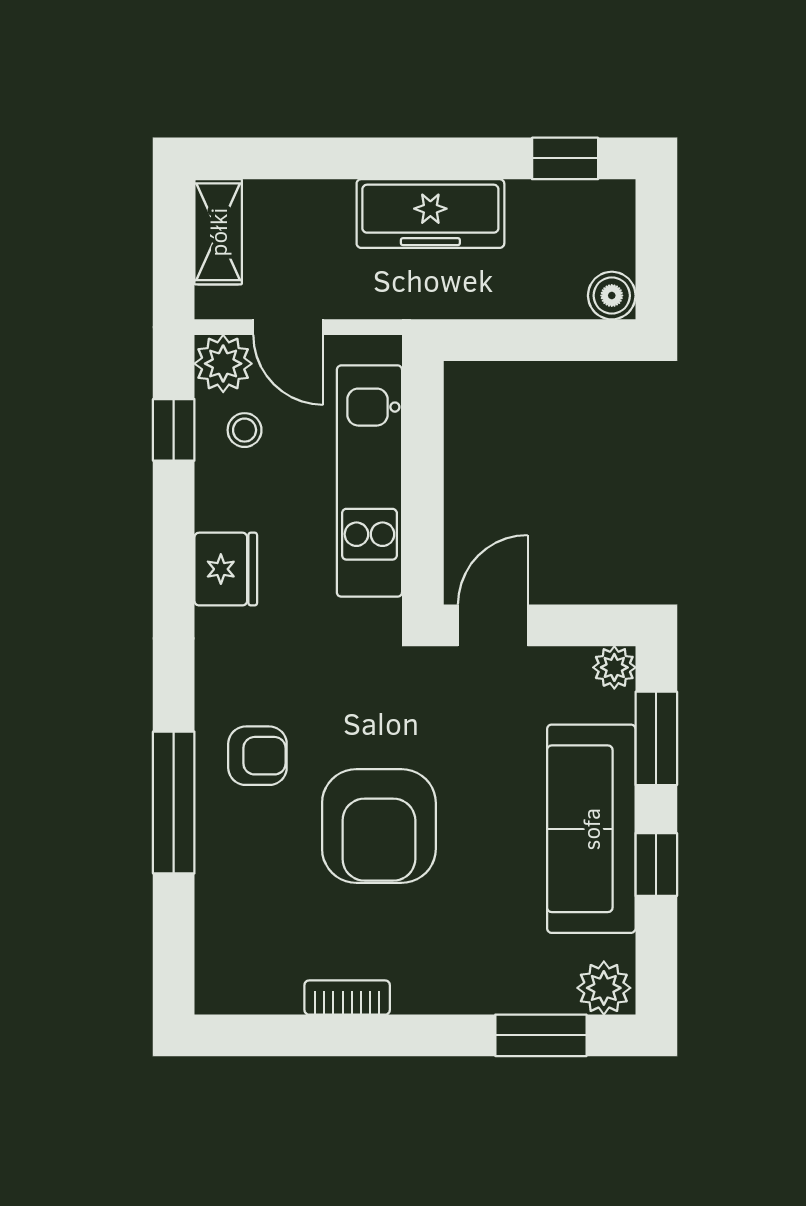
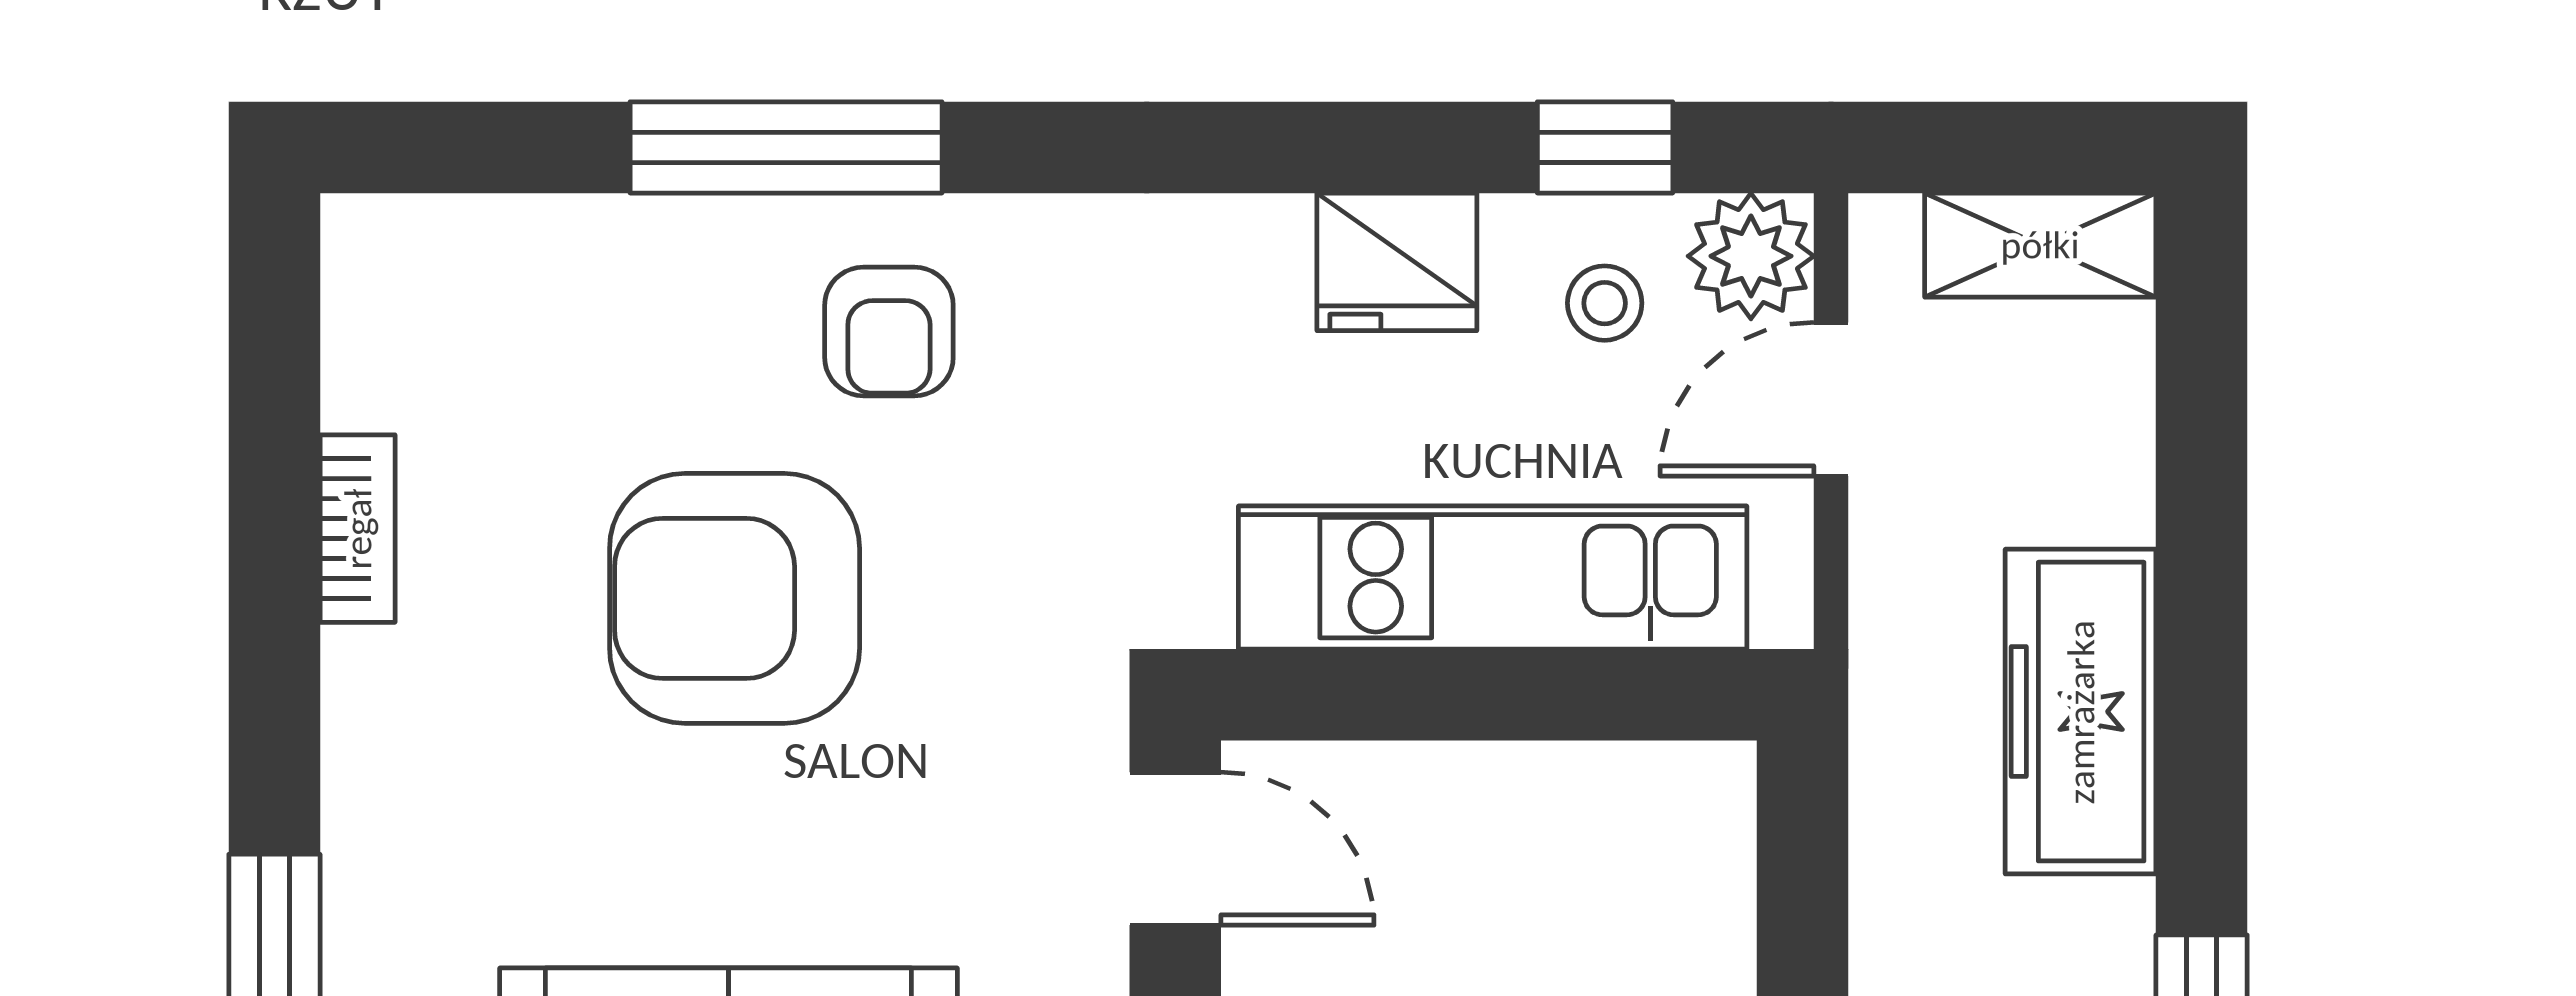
fridge: (226, 569) -> (1397, 262), moved

